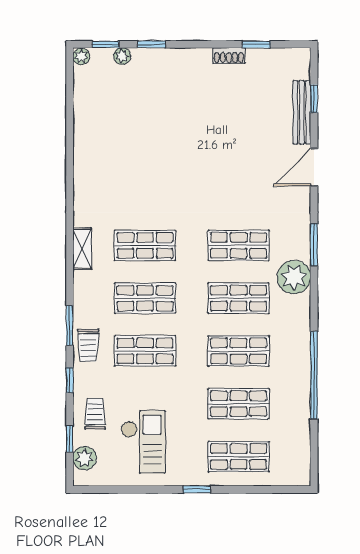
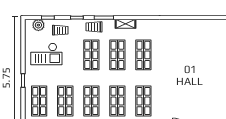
shelving: (82, 249) -> (126, 24), moved

